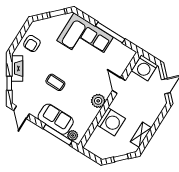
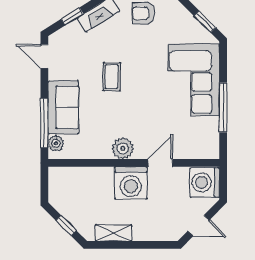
door: (21, 112) -> (44, 56), hinge flipped
washing machine: (111, 122) -> (131, 183), moved

